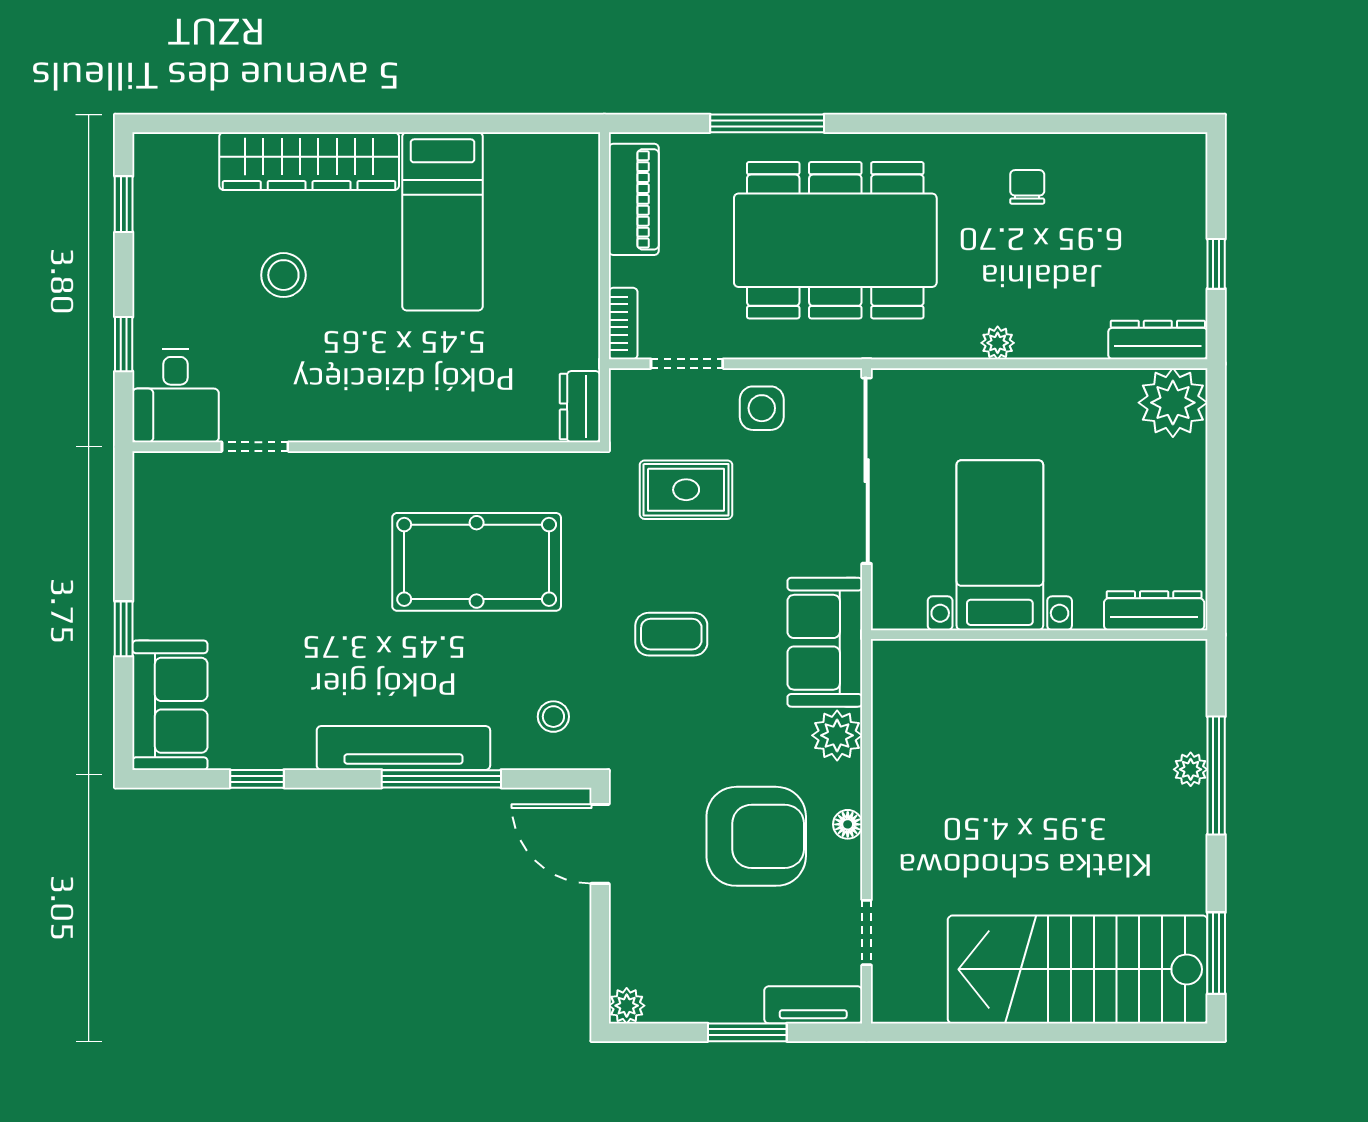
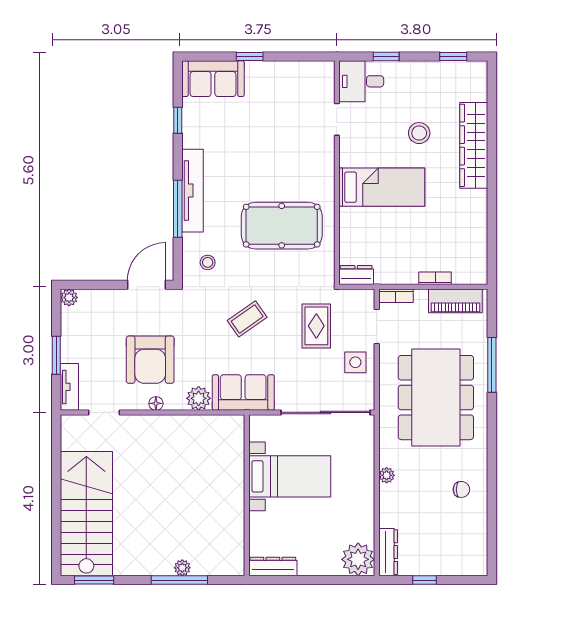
bed: (442, 221) -> (382, 187), moved, turned 180
bookcase: (587, 242) -> (435, 278), added
pool table: (477, 562) -> (282, 226), turned 90
dresser: (1154, 611) -> (273, 566), moved, turned -90
coffee table: (671, 634) -> (247, 319), turned 55

